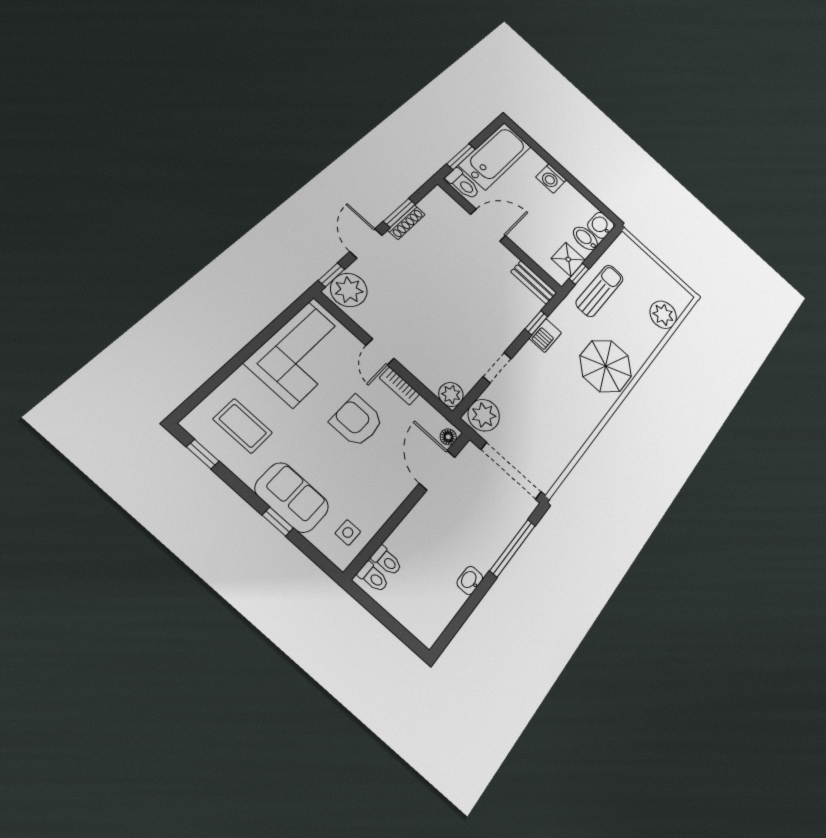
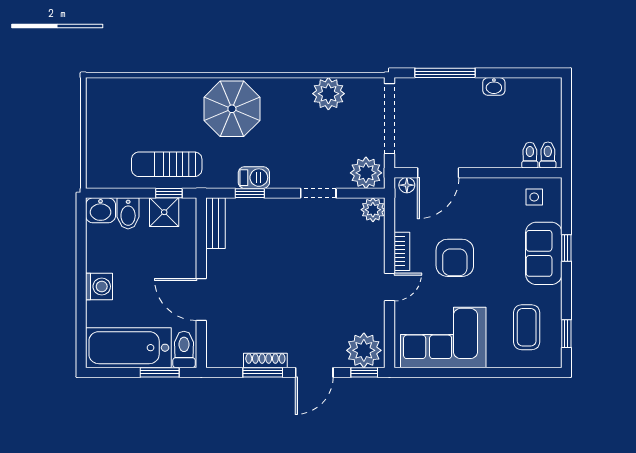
plant: (663, 315) -> (328, 94), moved

